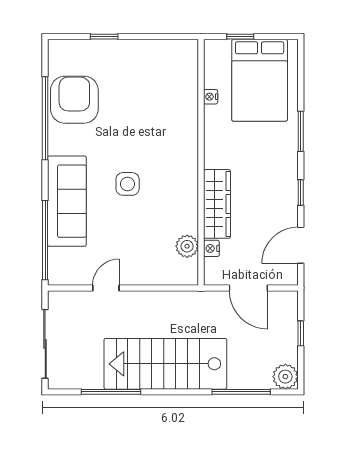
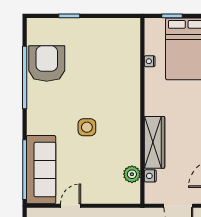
sofa: (67, 201) -> (41, 170), moved

